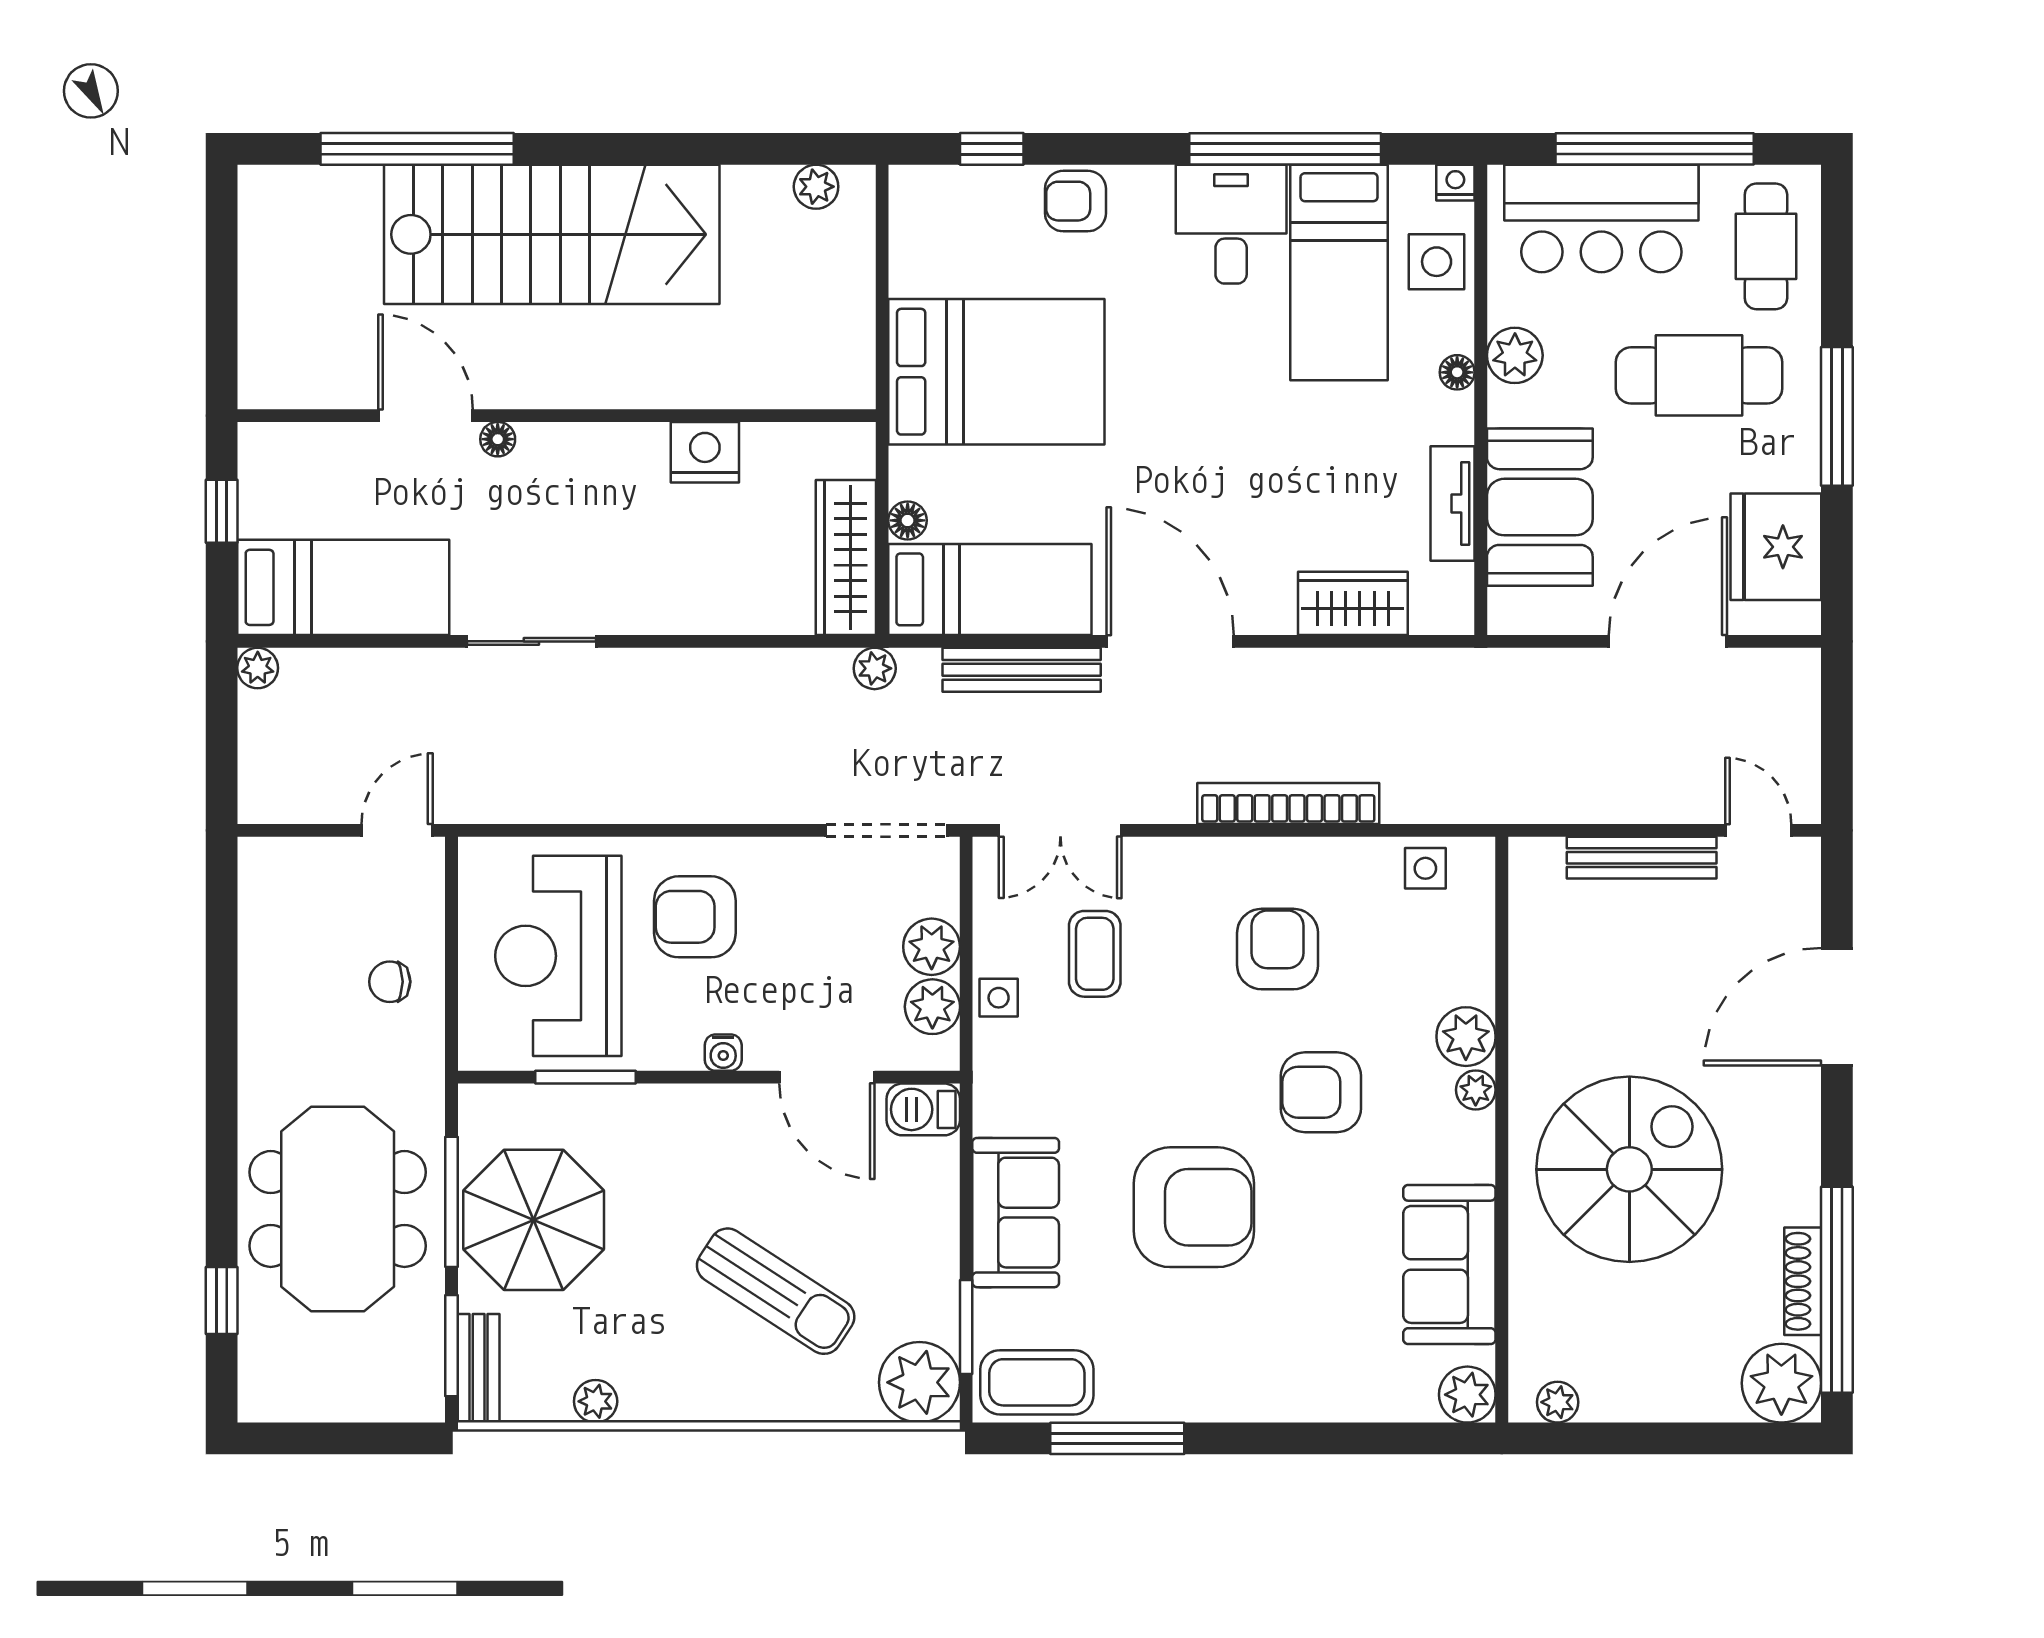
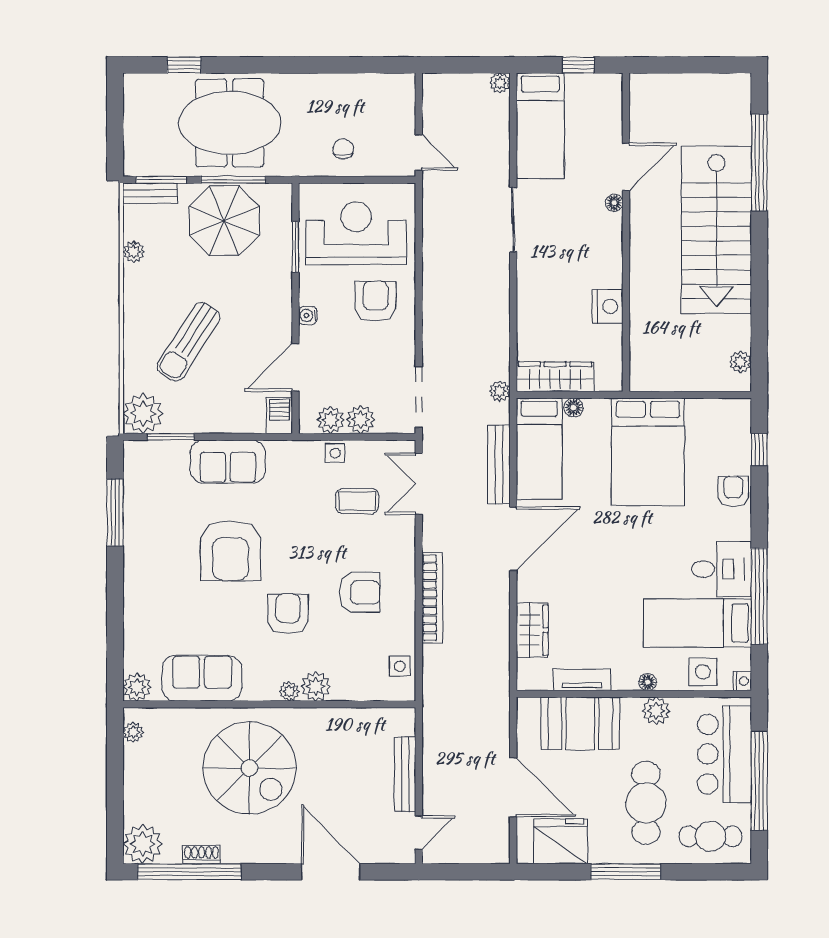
shoe rack: (1803, 1281) -> (202, 855), width x0.70
coffee table: (1037, 1382) -> (143, 472), removed

